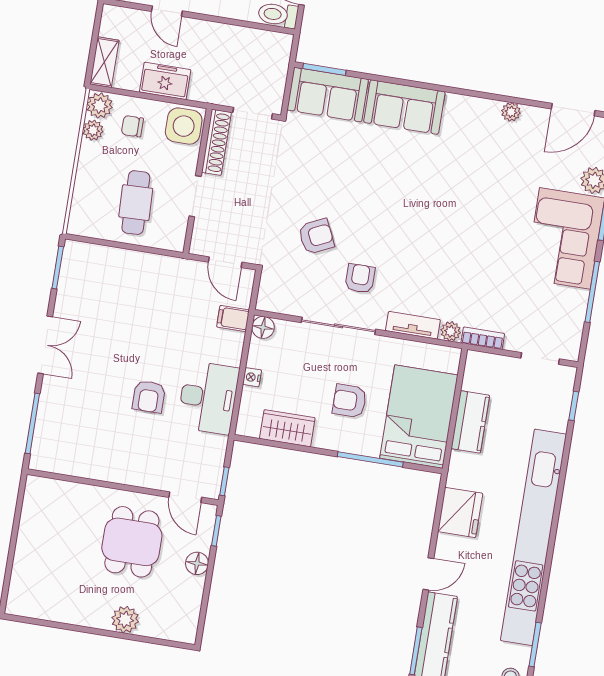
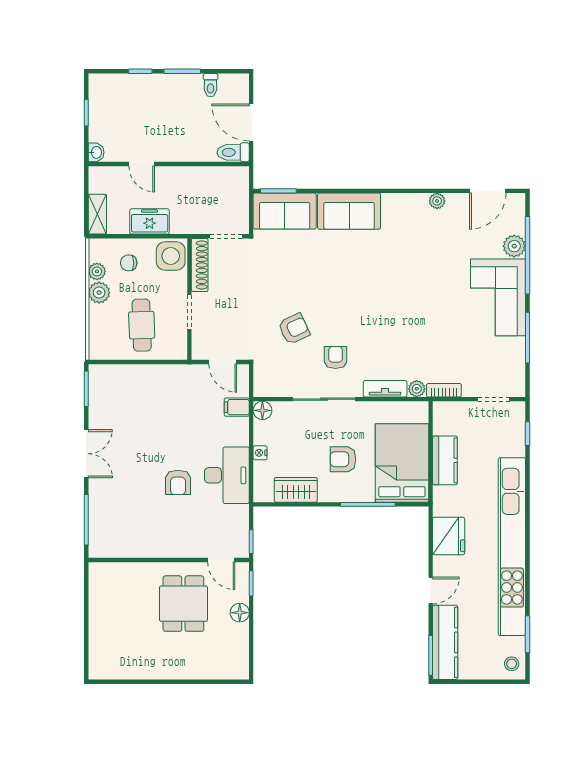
plant: (100, 106) -> (99, 293), moved
plant: (125, 620) -> (188, 668), removed

